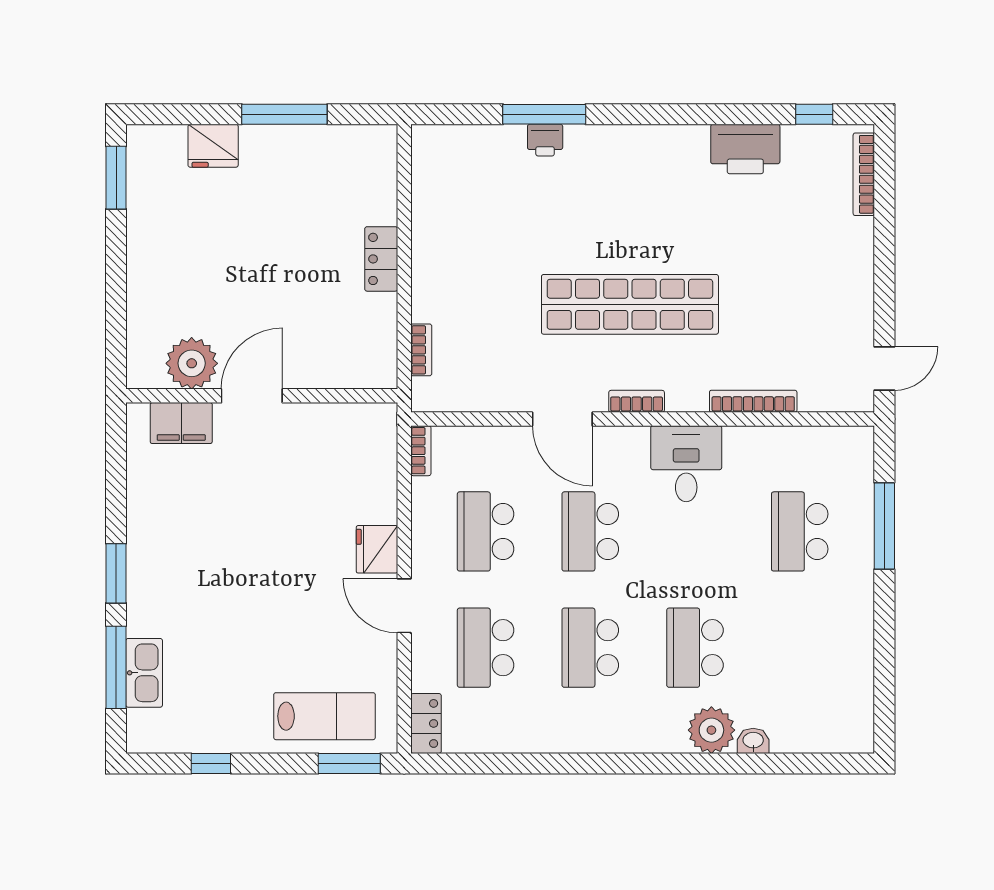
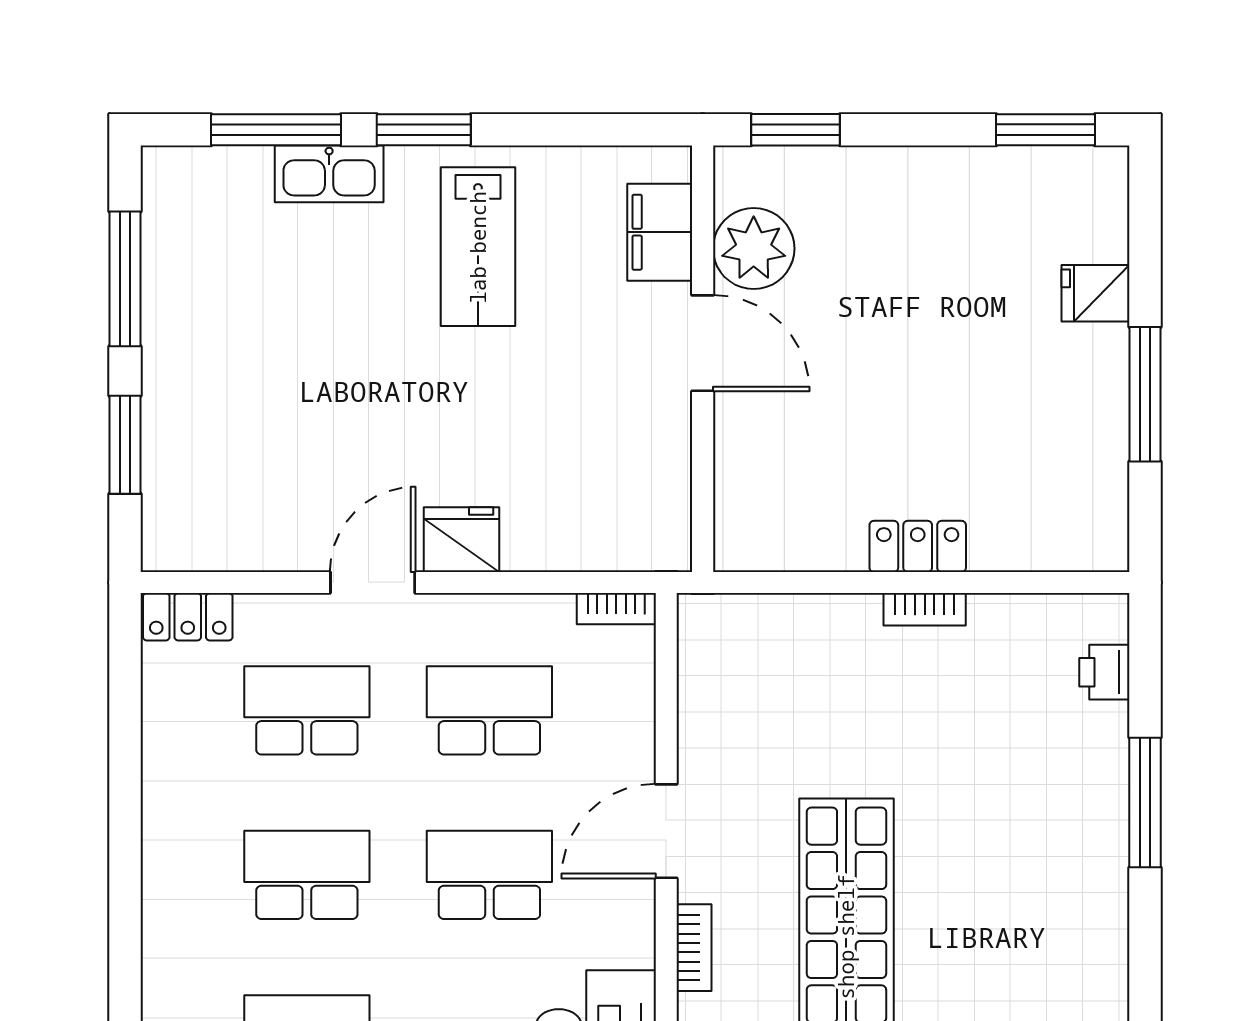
printer: (545, 140) -> (1104, 672), moved
fridge: (213, 146) -> (1096, 293), width x0.72
window: (116, 337) -> (796, 130), added
bookcase: (421, 350) -> (925, 609), moved
kitchen sink: (144, 673) -> (329, 174), moved
lab bench: (325, 716) -> (478, 247), moved
window: (211, 763) -> (125, 279), width x2.17
window: (349, 763) -> (125, 445), moved

